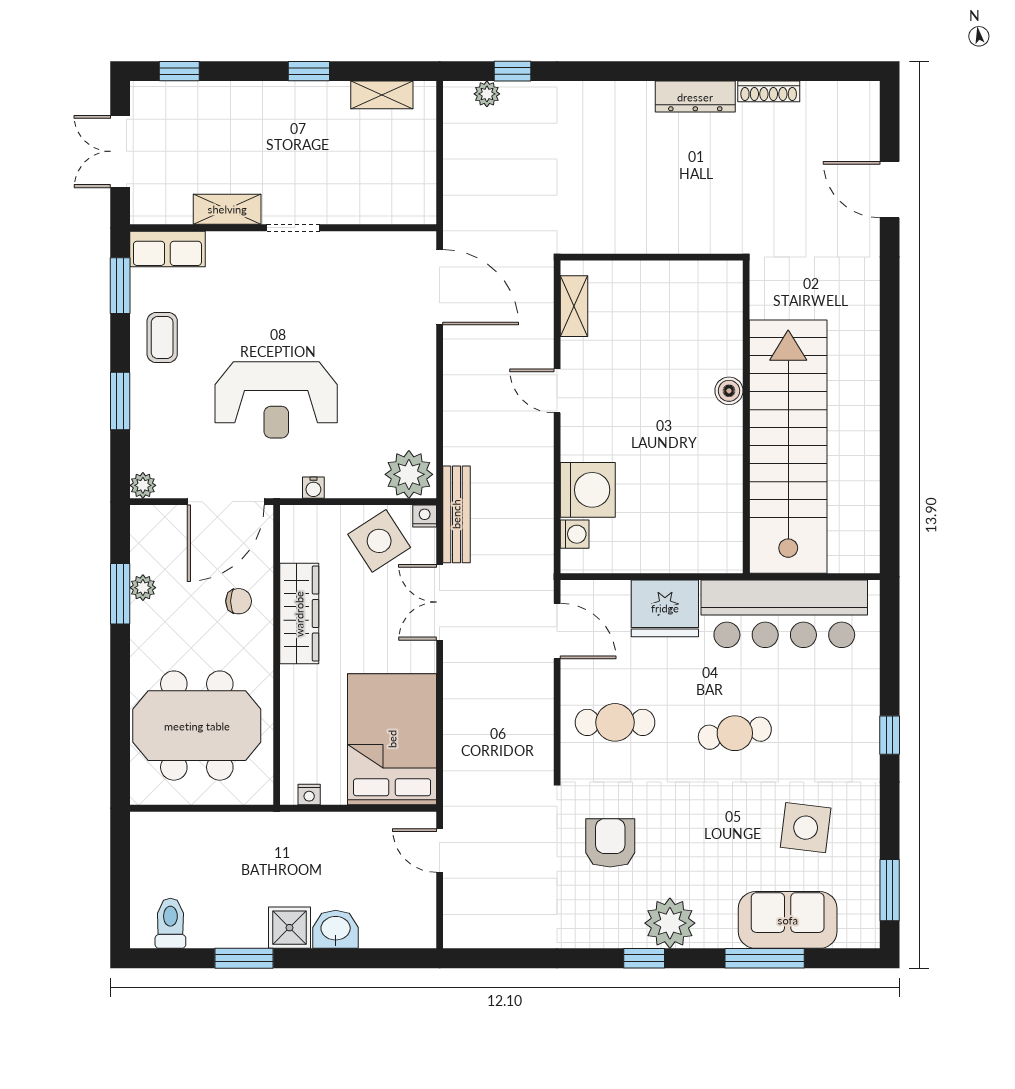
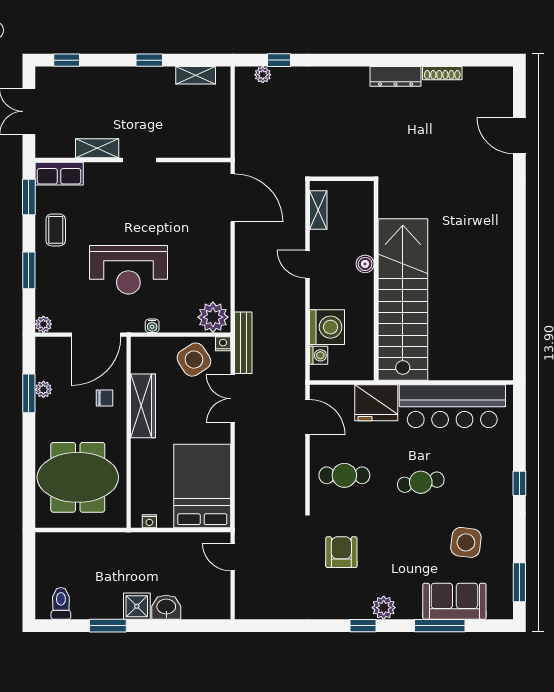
boiler: (729, 391) -> (365, 264), moved
wall: (746, 417) -> (376, 281), moved
stairs: (788, 447) -> (403, 300), moved
plant: (670, 923) -> (384, 608), width x0.73, depth x0.73

